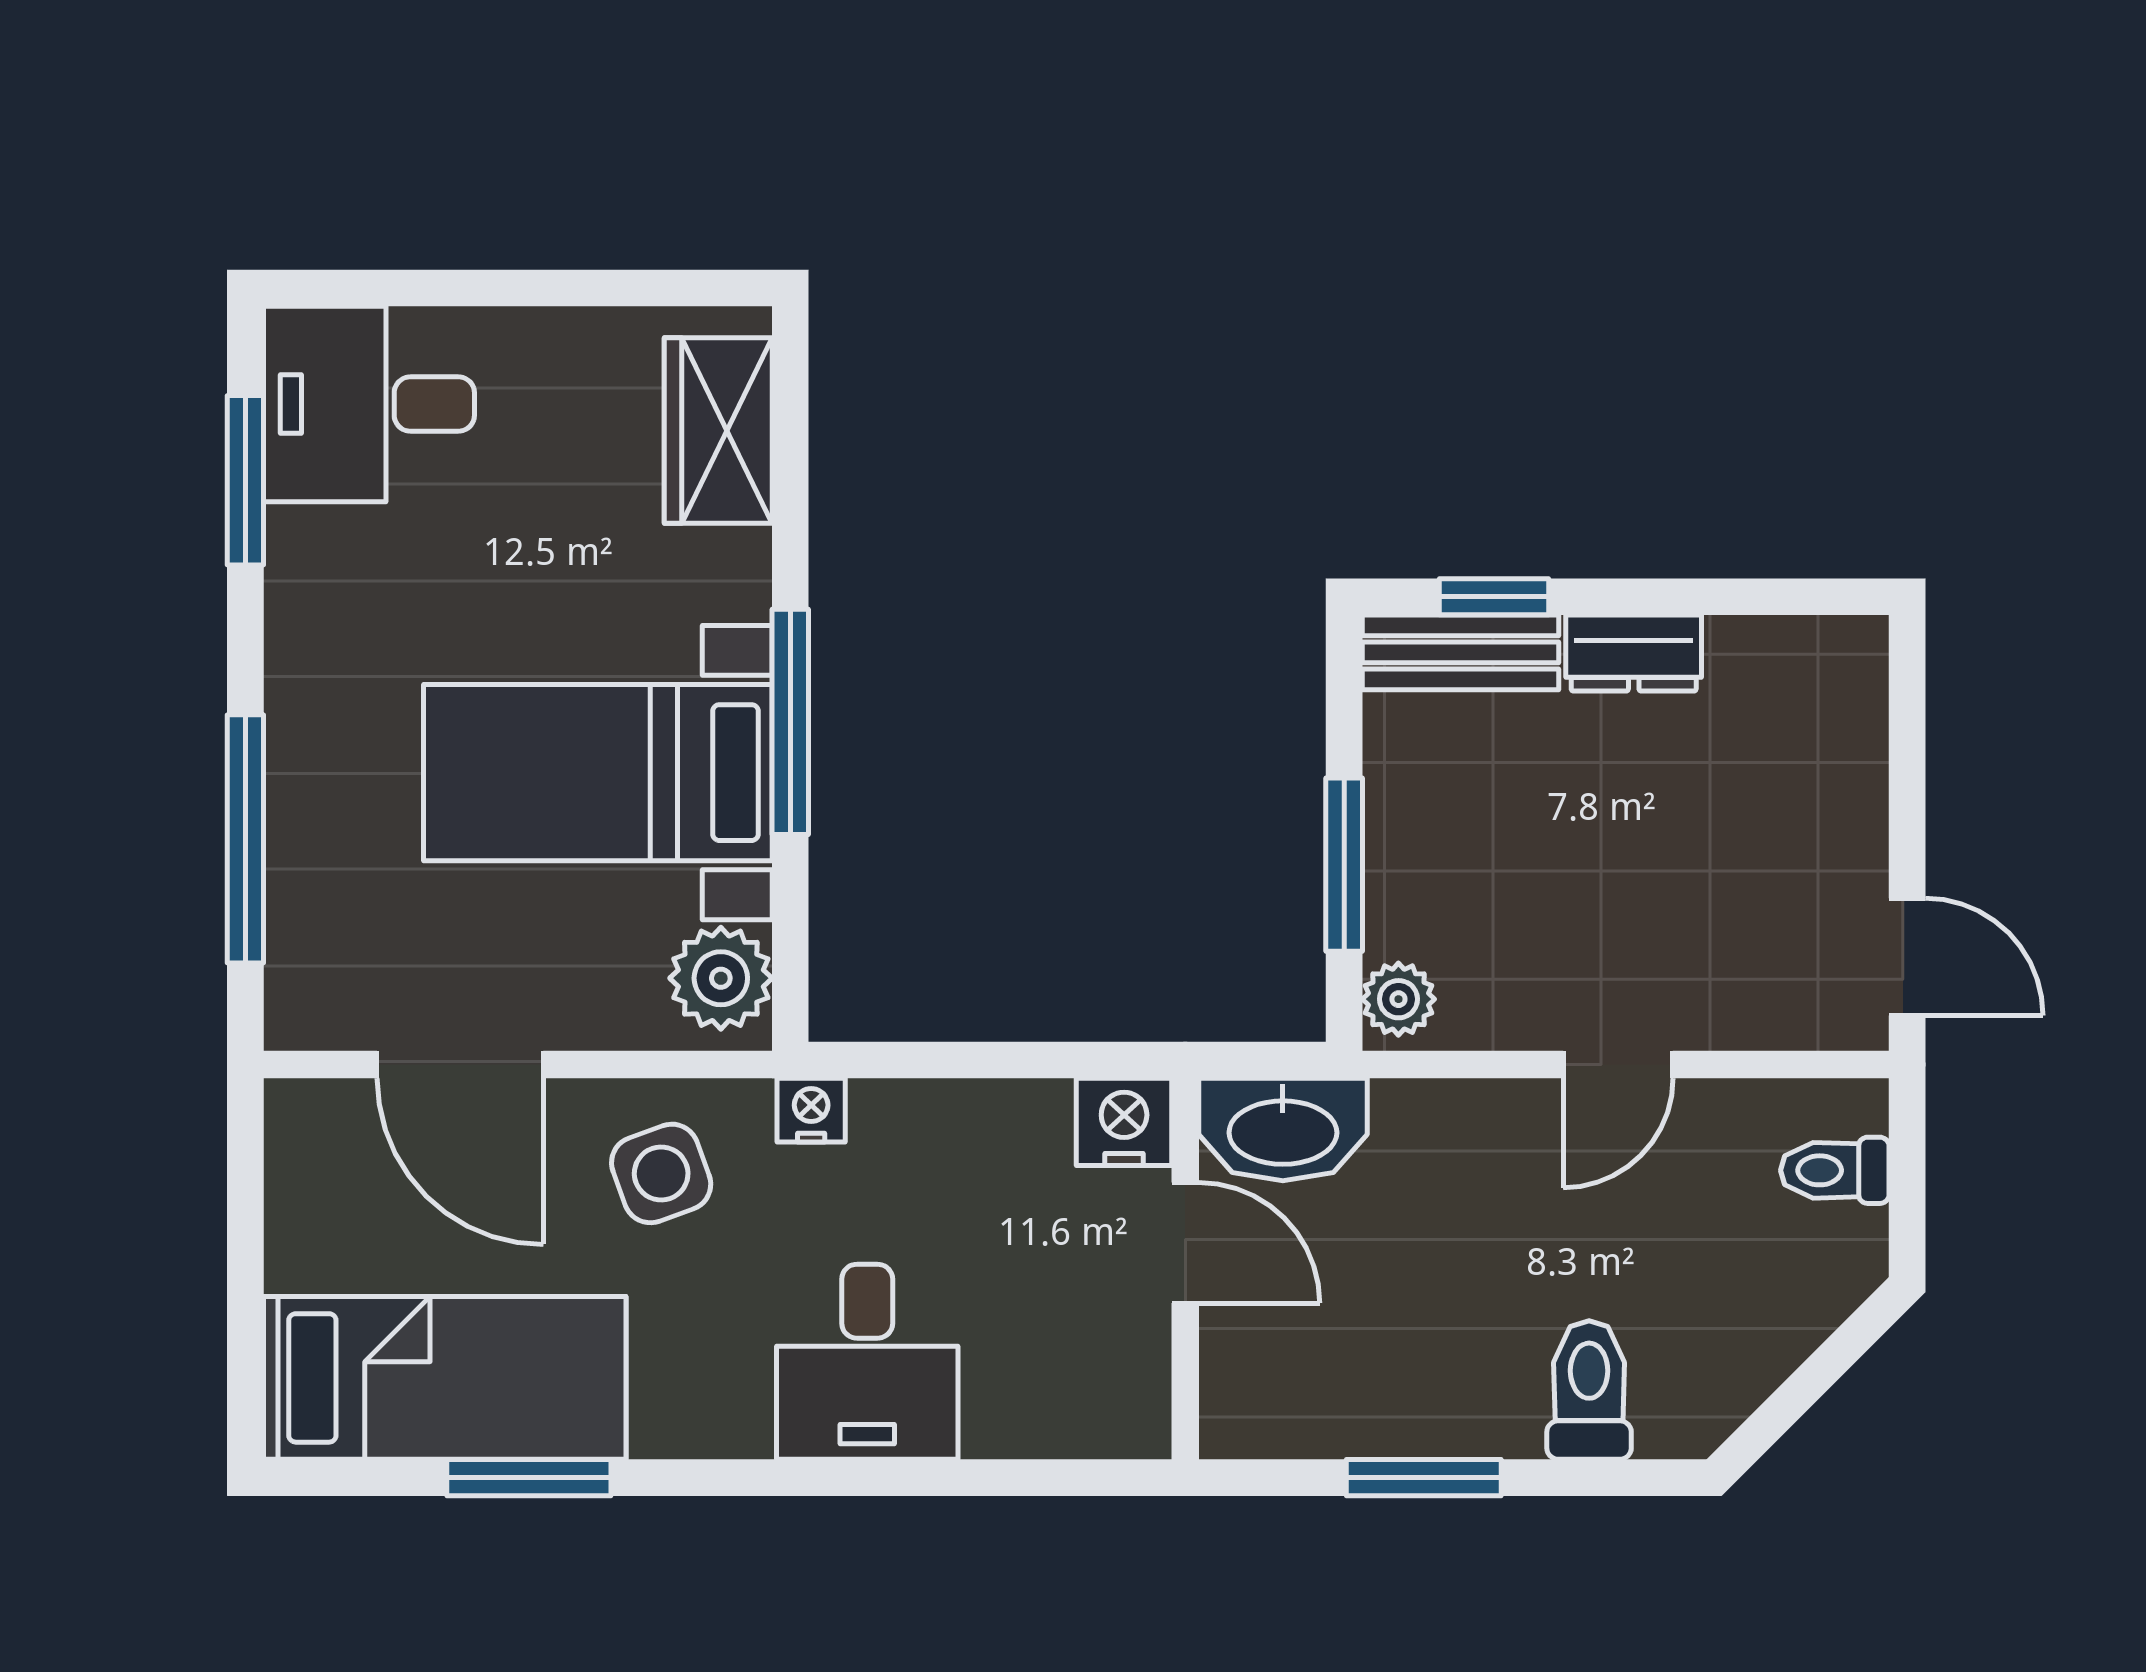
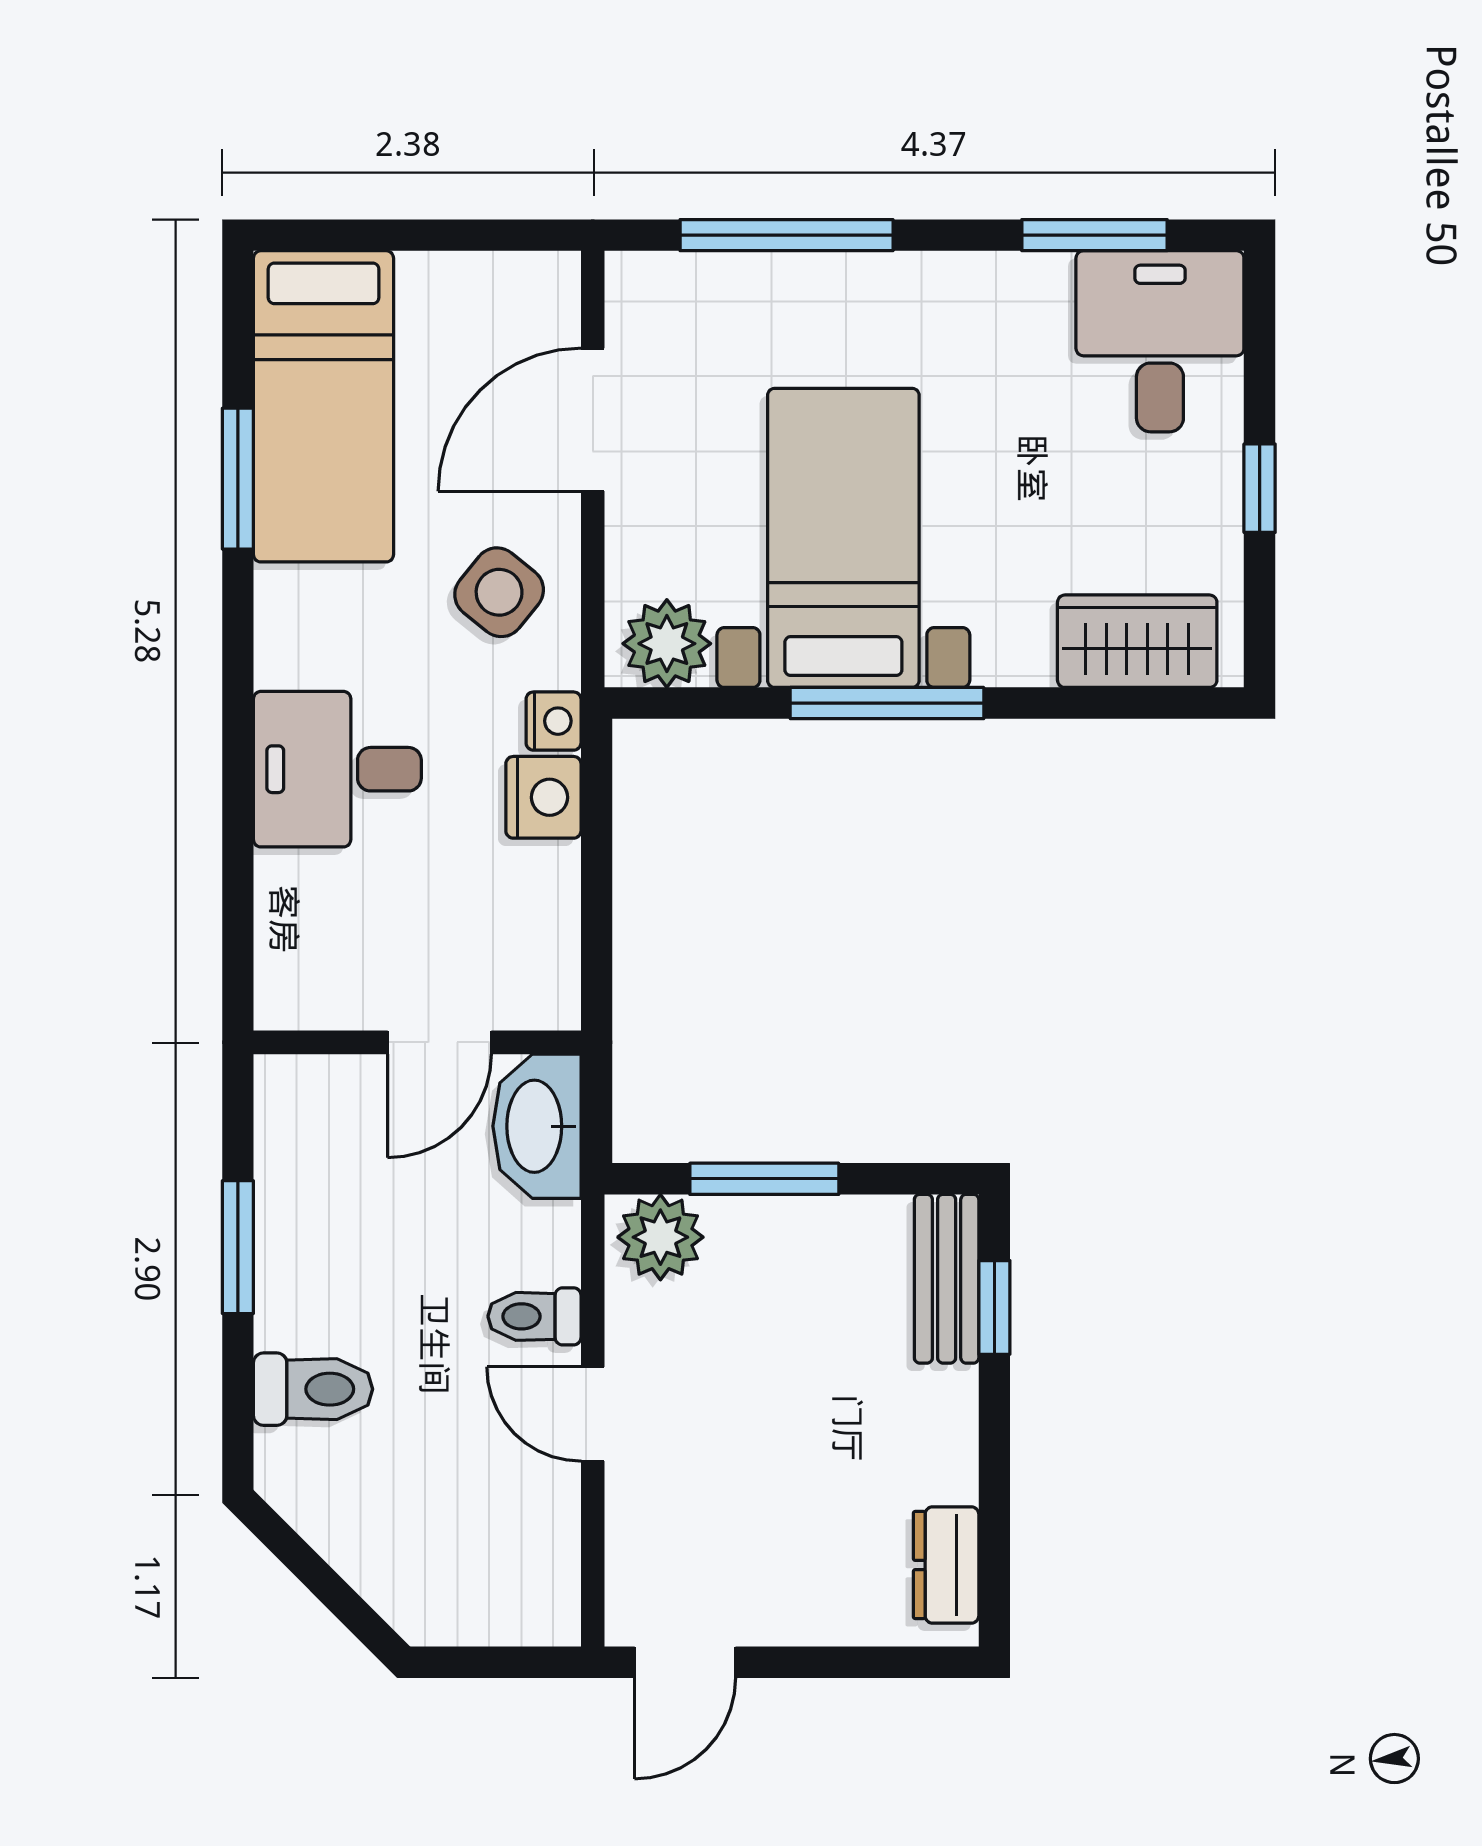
window: (540, 288) -> (1260, 488), added
dresser: (1634, 653) -> (946, 1565), moved
plant: (1398, 999) -> (660, 1237), width x1.38, depth x1.38
nightstand: (1124, 1122) -> (543, 797), moved
toilet: (1835, 1170) -> (535, 1316), moved, turned -90
side table: (661, 1173) -> (499, 592), turned -31

